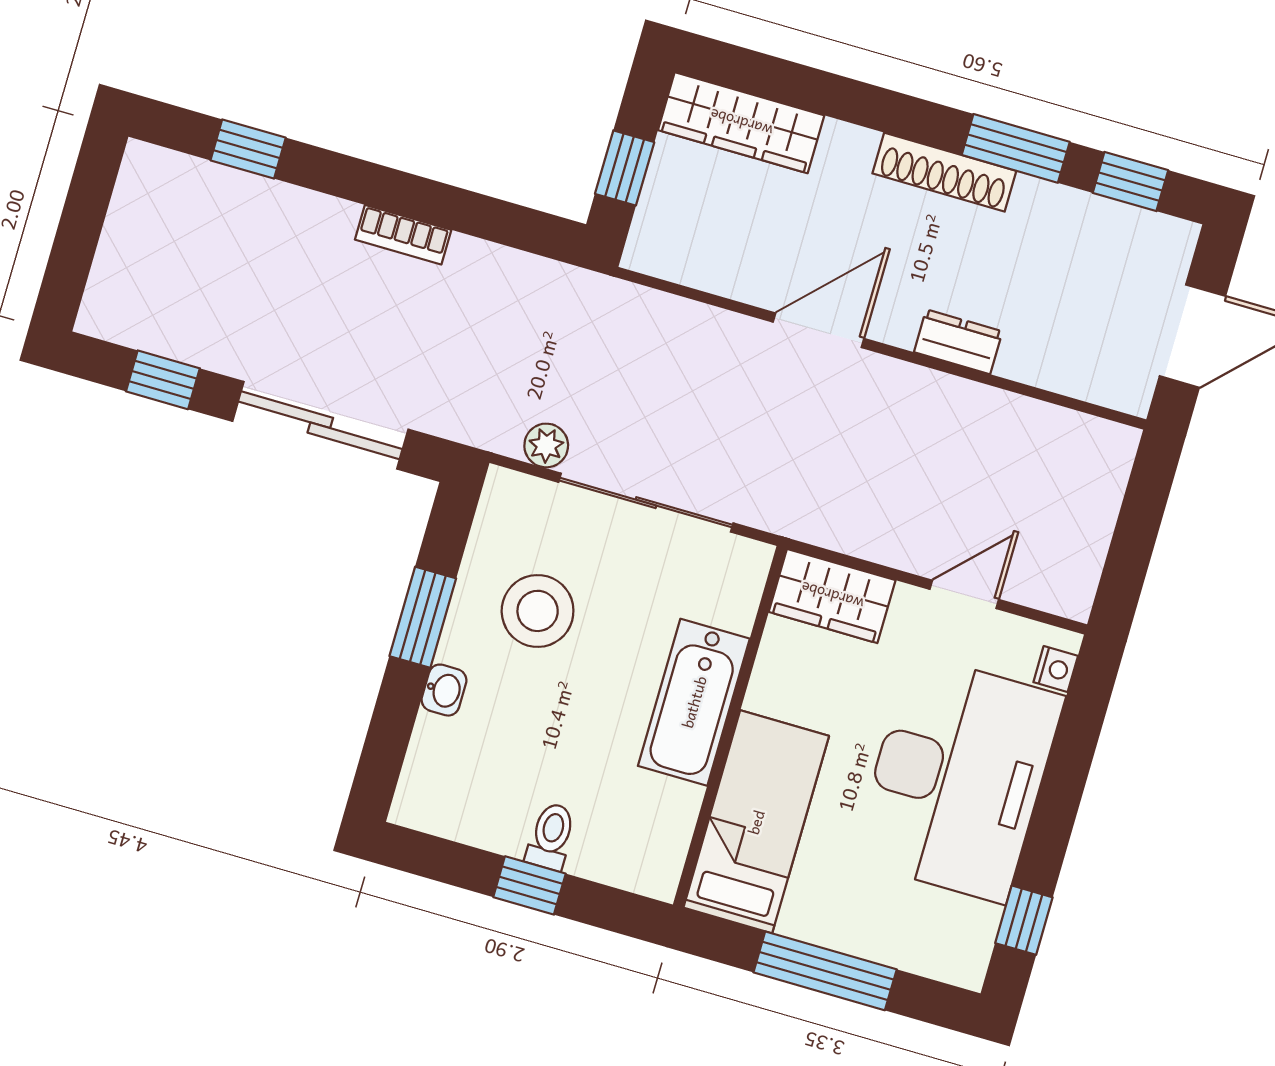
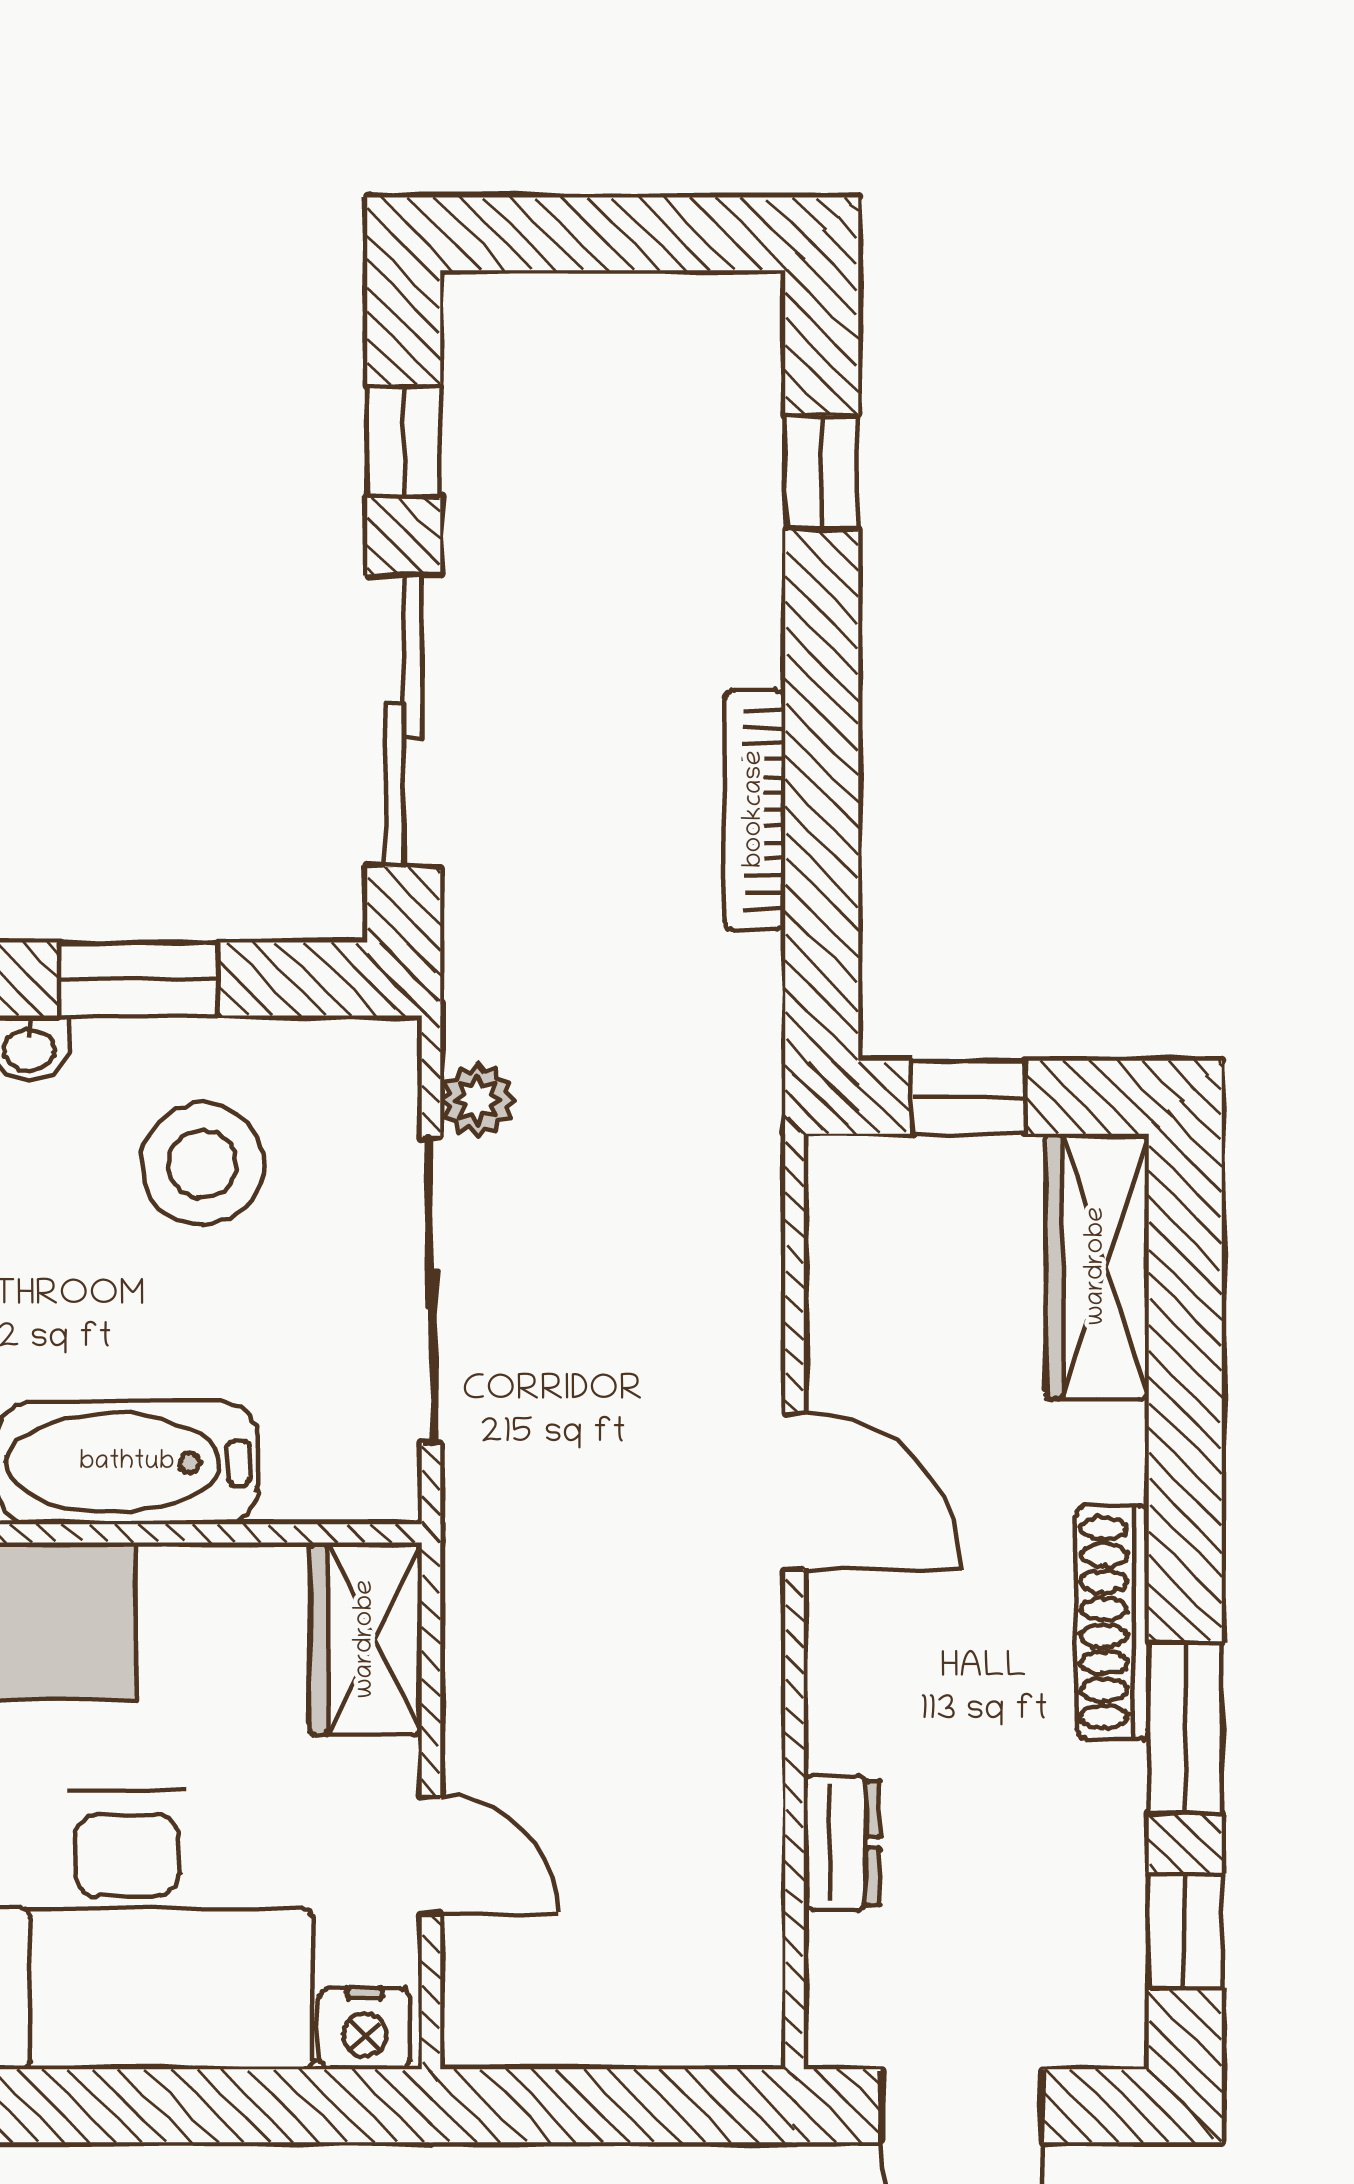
bookcase: (403, 235) -> (755, 809), width x1.56
dresser: (958, 342) -> (842, 1843), moved
nightstand: (1056, 669) -> (365, 2028), width x1.39, depth x1.35

